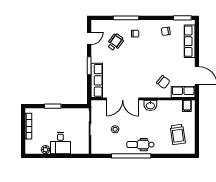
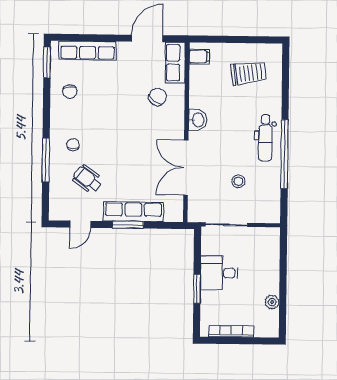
door: (89, 38) -> (80, 224), swing flipped
row of seats: (97, 80) -> (133, 212), moved
double door: (123, 99) -> (186, 168), swing flipped
desk: (60, 143) -> (219, 273), moved, turned 180

